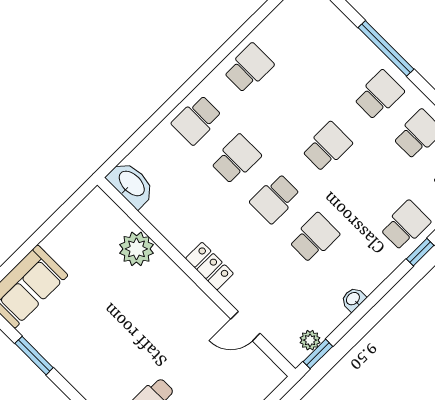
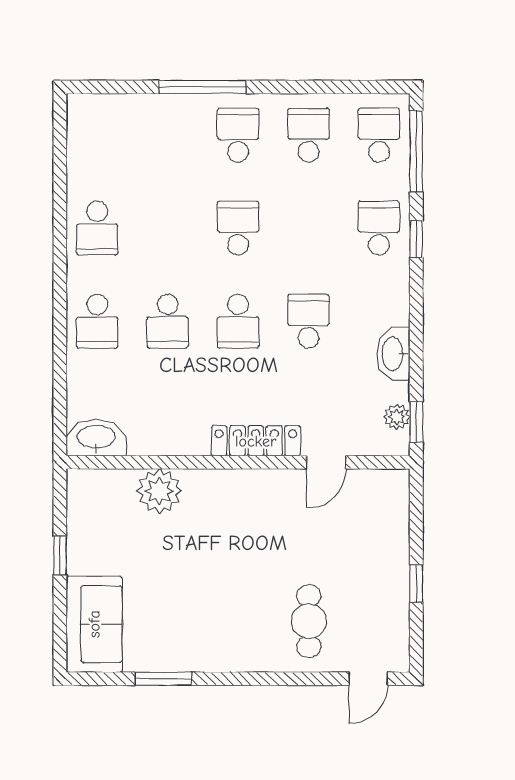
school desk: (249, 68) -> (97, 228), turned 180
school desk: (236, 159) -> (168, 321), turned 180
window: (45, 229) -> (60, 555), added
locker: (209, 266) -> (256, 441), width x1.53
washbasin: (353, 299) -> (394, 354), width x1.91, depth x1.45

